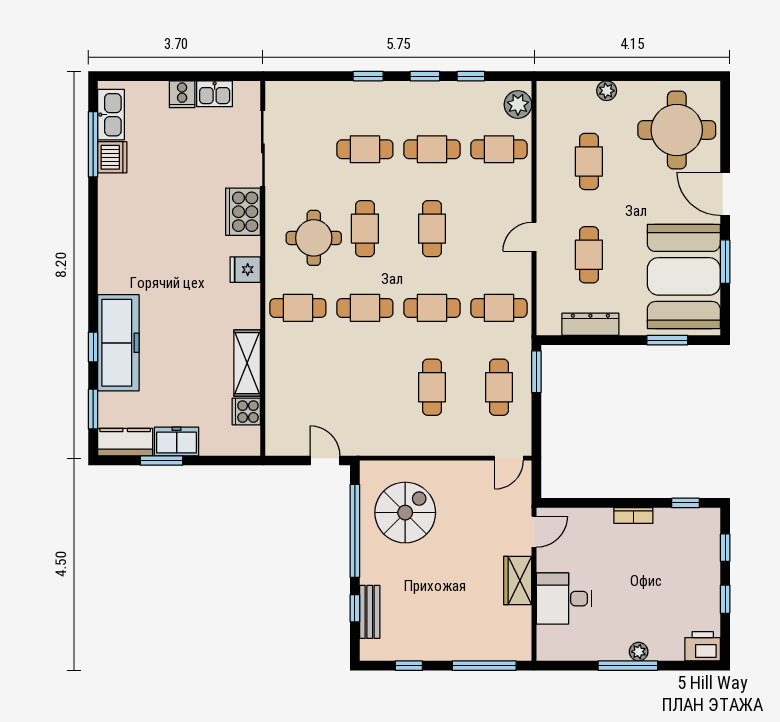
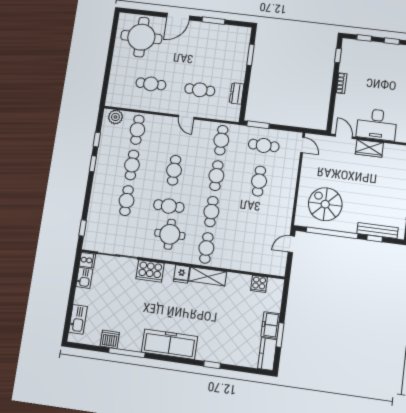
window: (368, 76) -> (83, 228), moved
plant: (607, 91) -> (115, 70), removed
cooker: (182, 94) -> (87, 260), moved
kitchen sink: (111, 115) -> (78, 319), moved, turned 90
window: (93, 144) -> (127, 353), moved
cafe table: (432, 229) -> (174, 170), turned 90
booth: (684, 276) -> (218, 42), removed
dresser: (590, 324) -> (237, 93), width x0.70
freezer: (118, 343) -> (169, 344), moved
shelving: (247, 363) -> (208, 276), moved
cafe table: (432, 387) -> (259, 181), turned 90
window: (93, 409) -> (247, 370), removed
desk: (564, 599) -> (377, 124), width x1.37
bench: (370, 612) -> (378, 231), width x1.36

